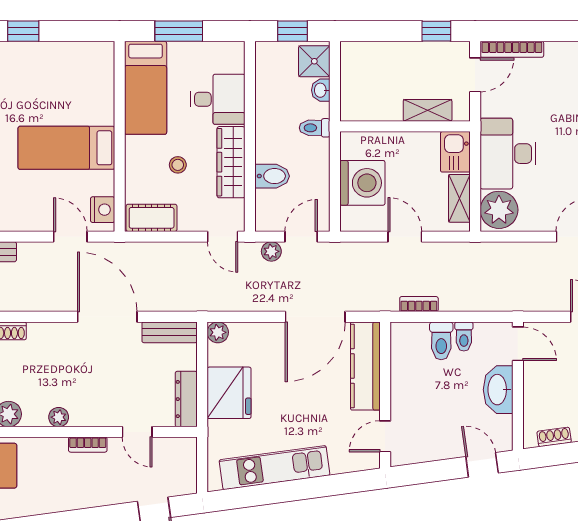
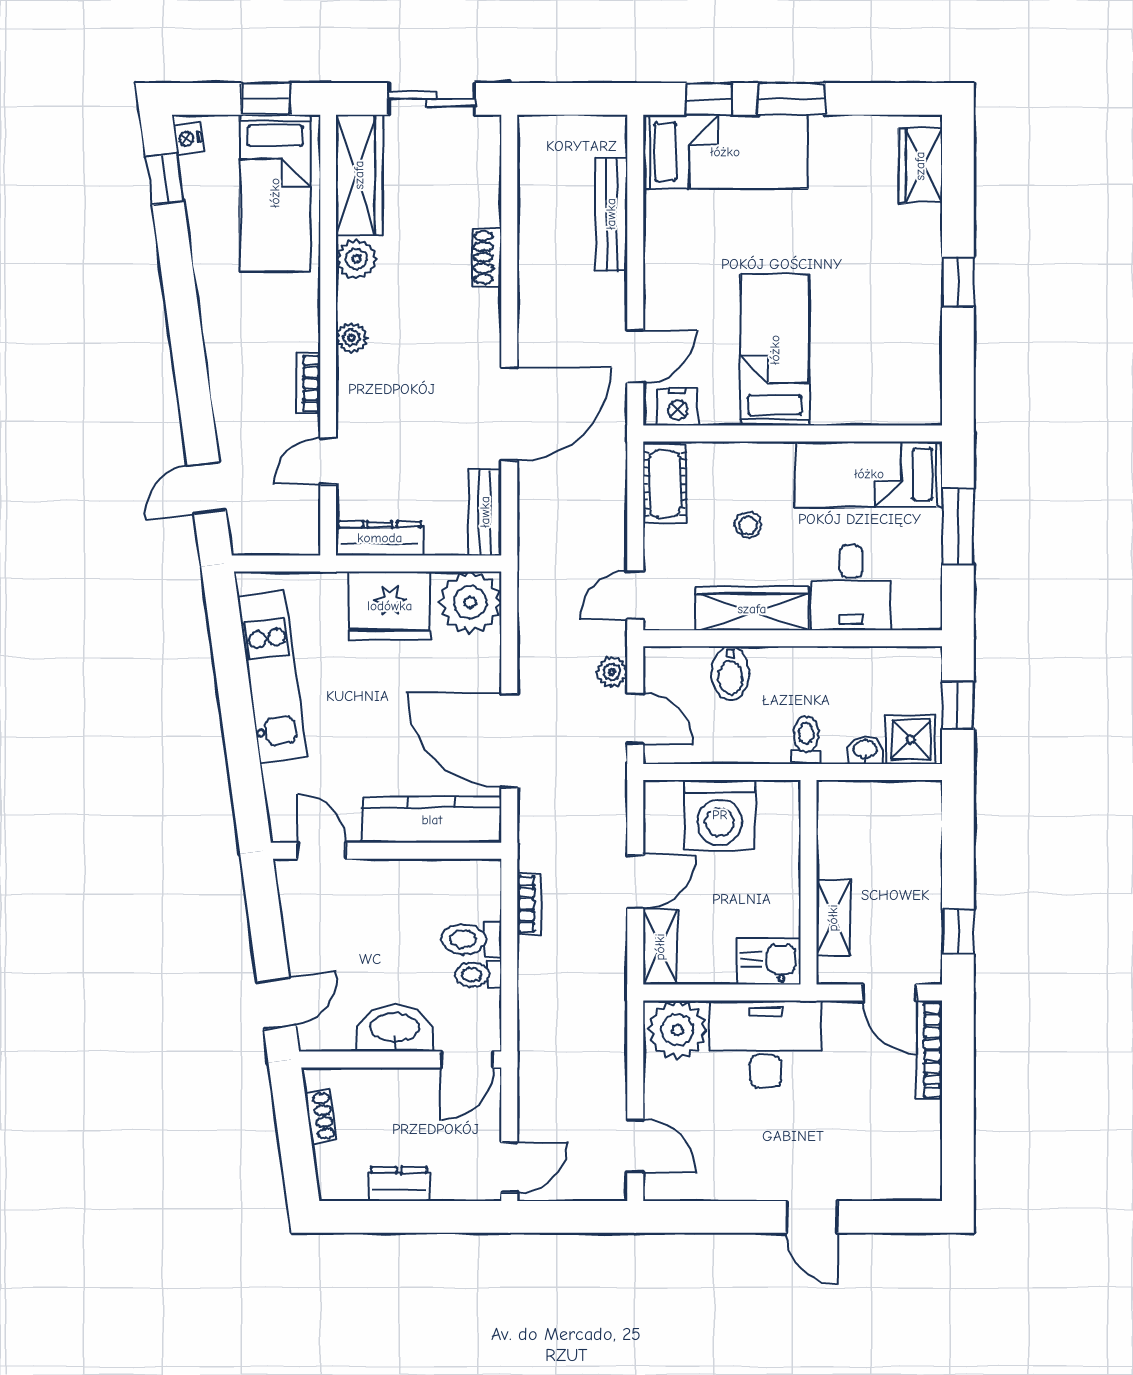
shelving: (459, 198) -> (660, 947), moved, turned 90
plant: (218, 332) -> (470, 602), width x1.87, depth x1.87

